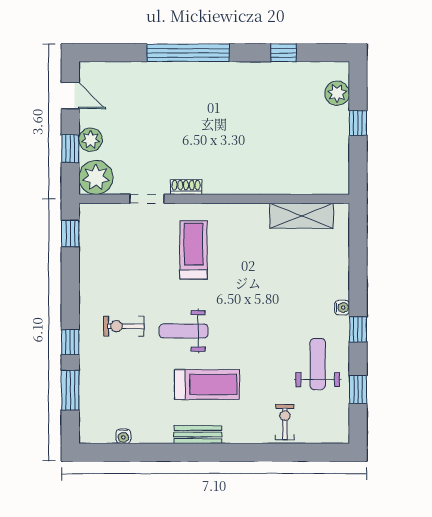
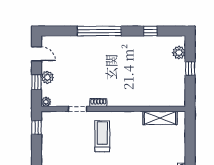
plant: (96, 177) -> (46, 102), width x0.53, depth x0.53

